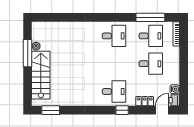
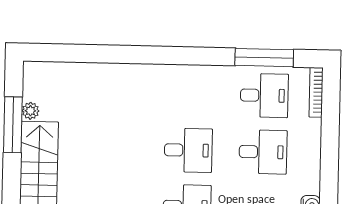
desk: (114, 36) -> (188, 150), moved

